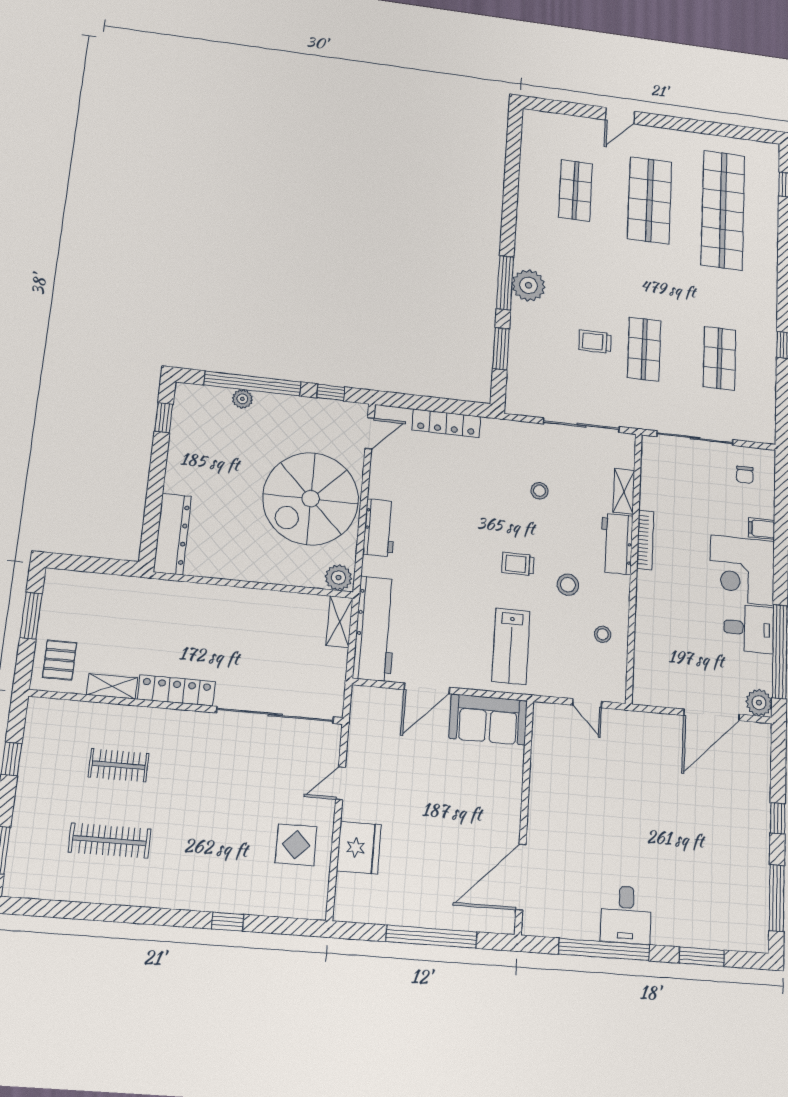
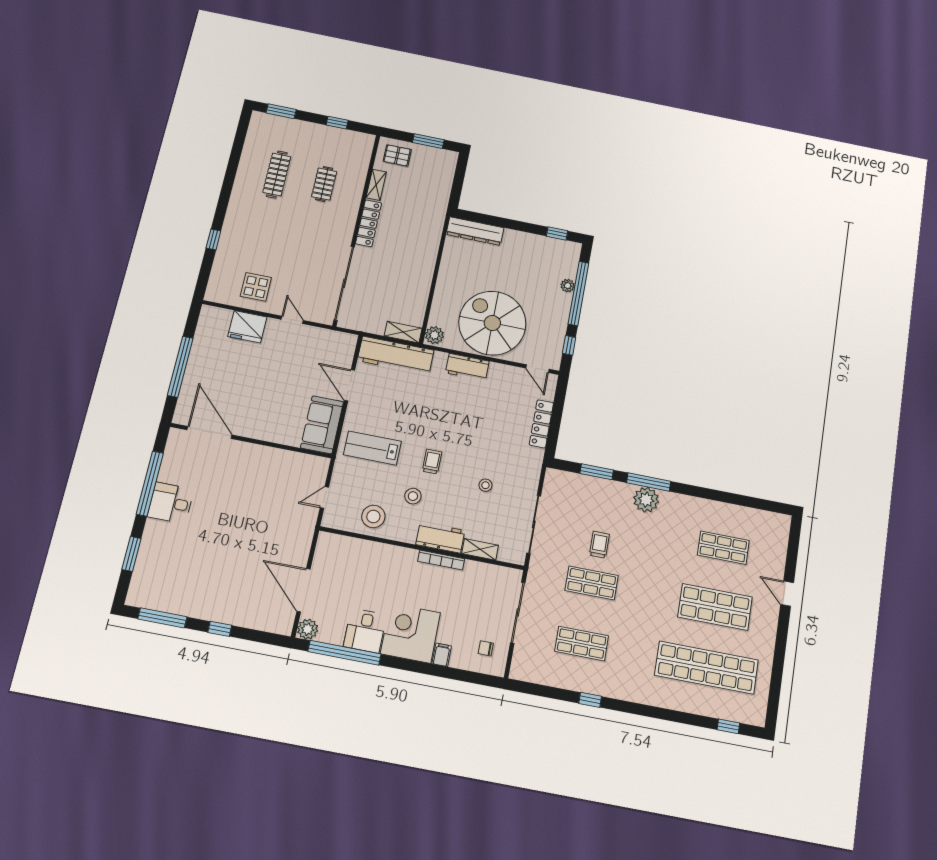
stool: (603, 634) -> (373, 516), width x1.89, depth x1.89

